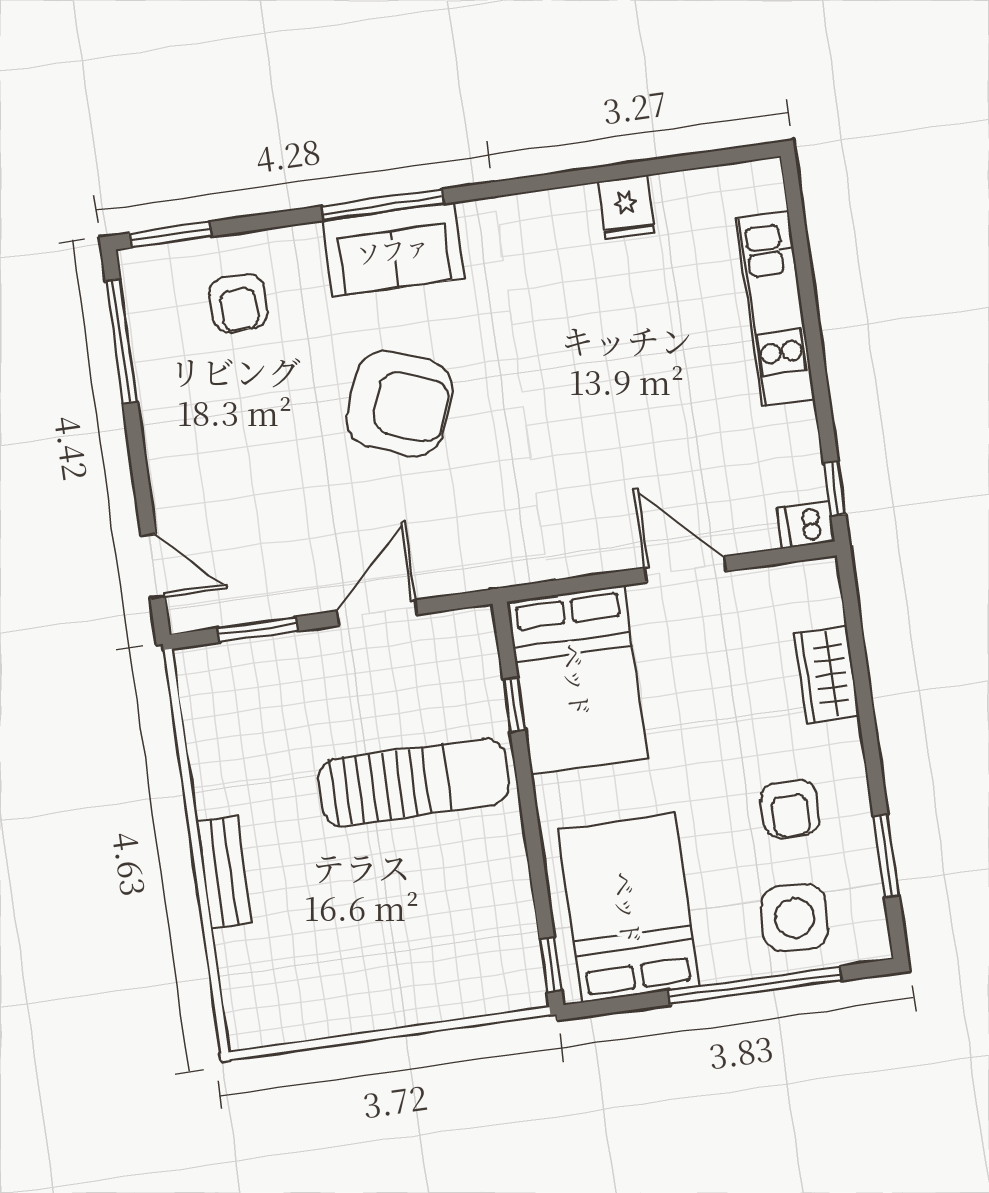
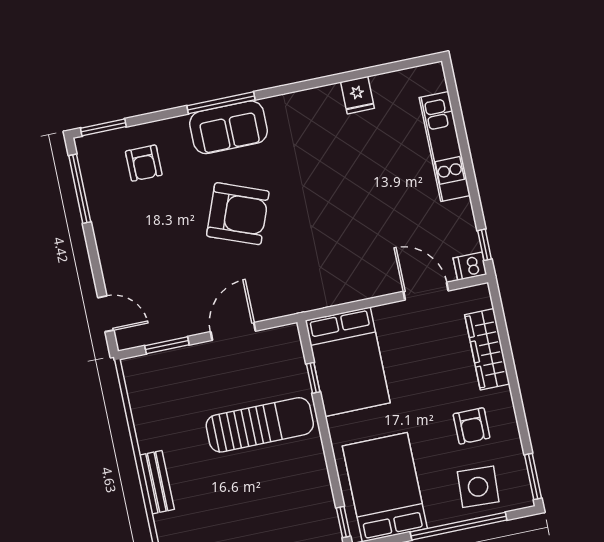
door: (685, 569) -> (426, 291), moved
wardrobe: (827, 675) -> (487, 349), width x1.50
window: (886, 856) -> (533, 476), moved

